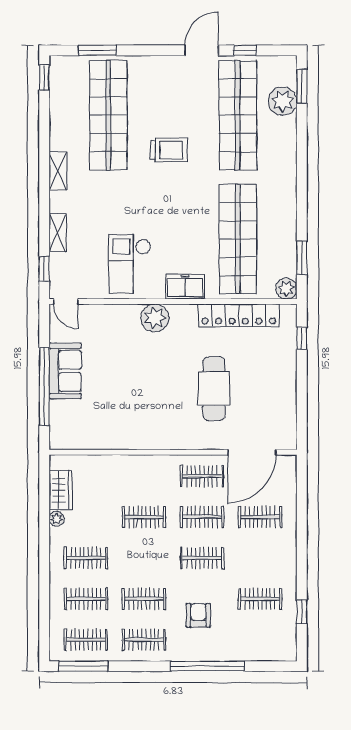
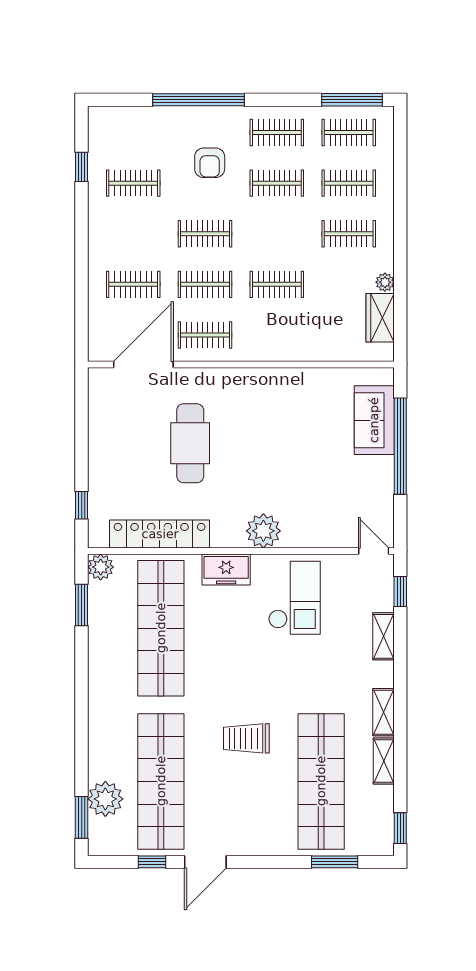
shelving: (57, 132) -> (384, 761), added
sofa: (65, 371) -> (374, 420), moved

